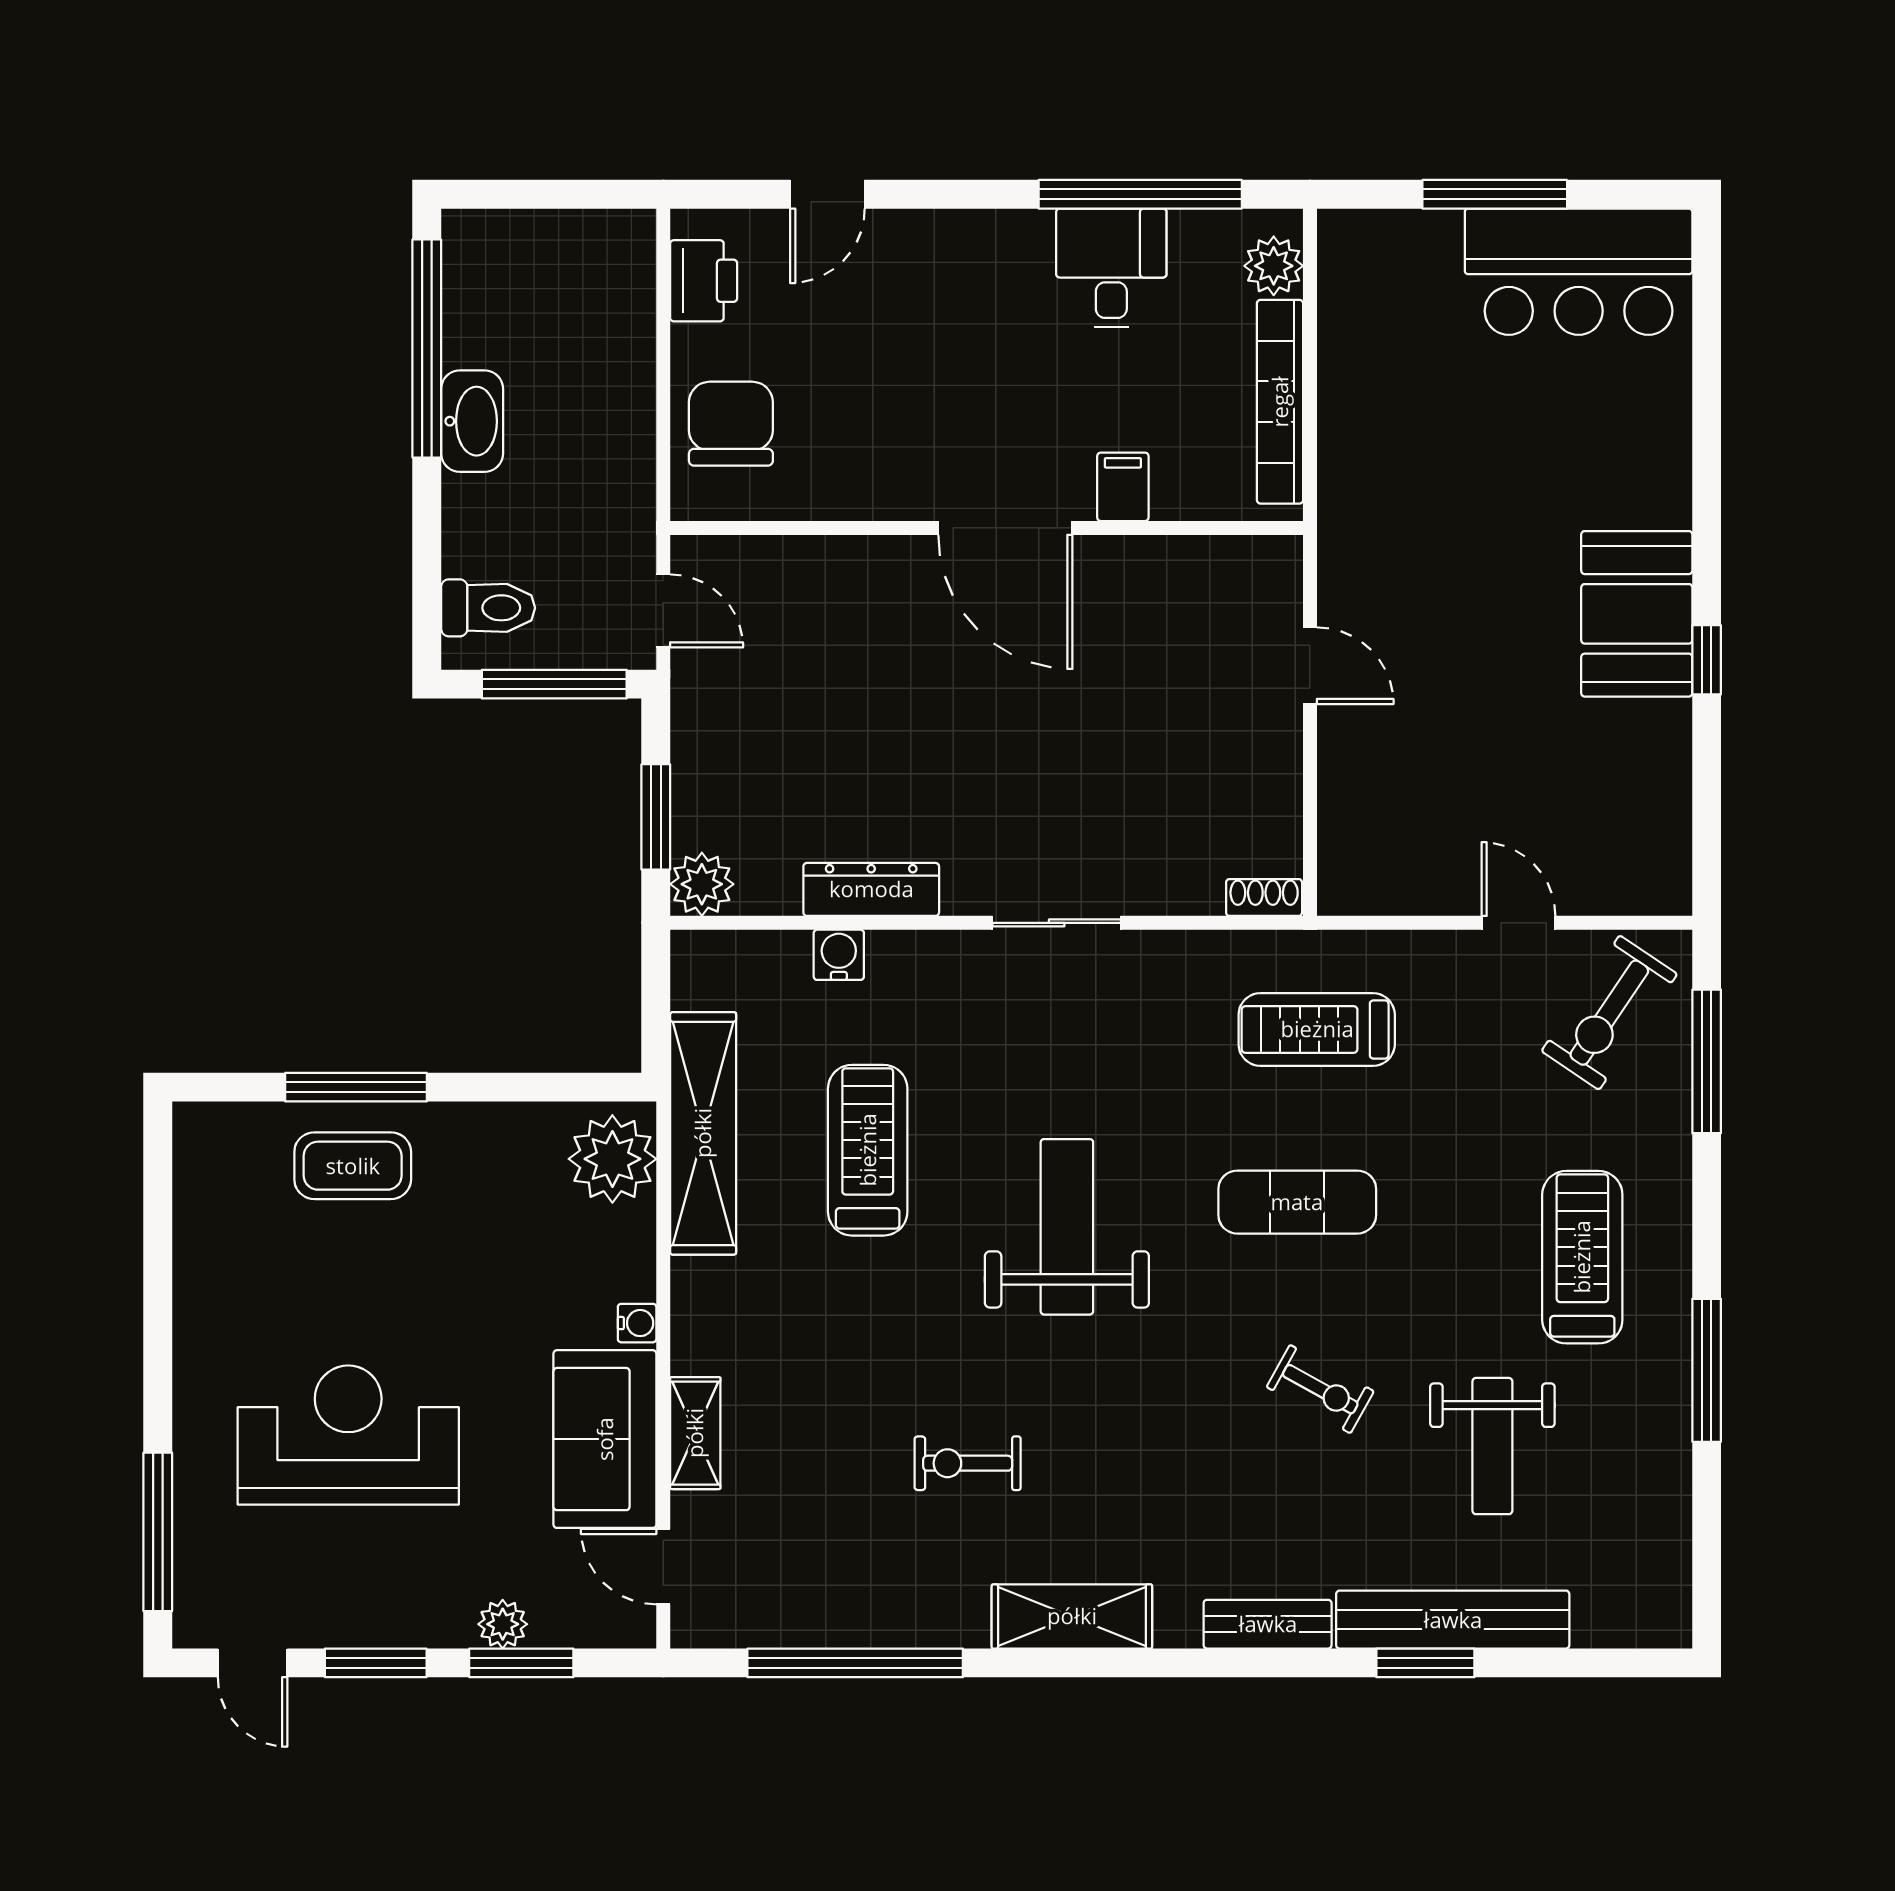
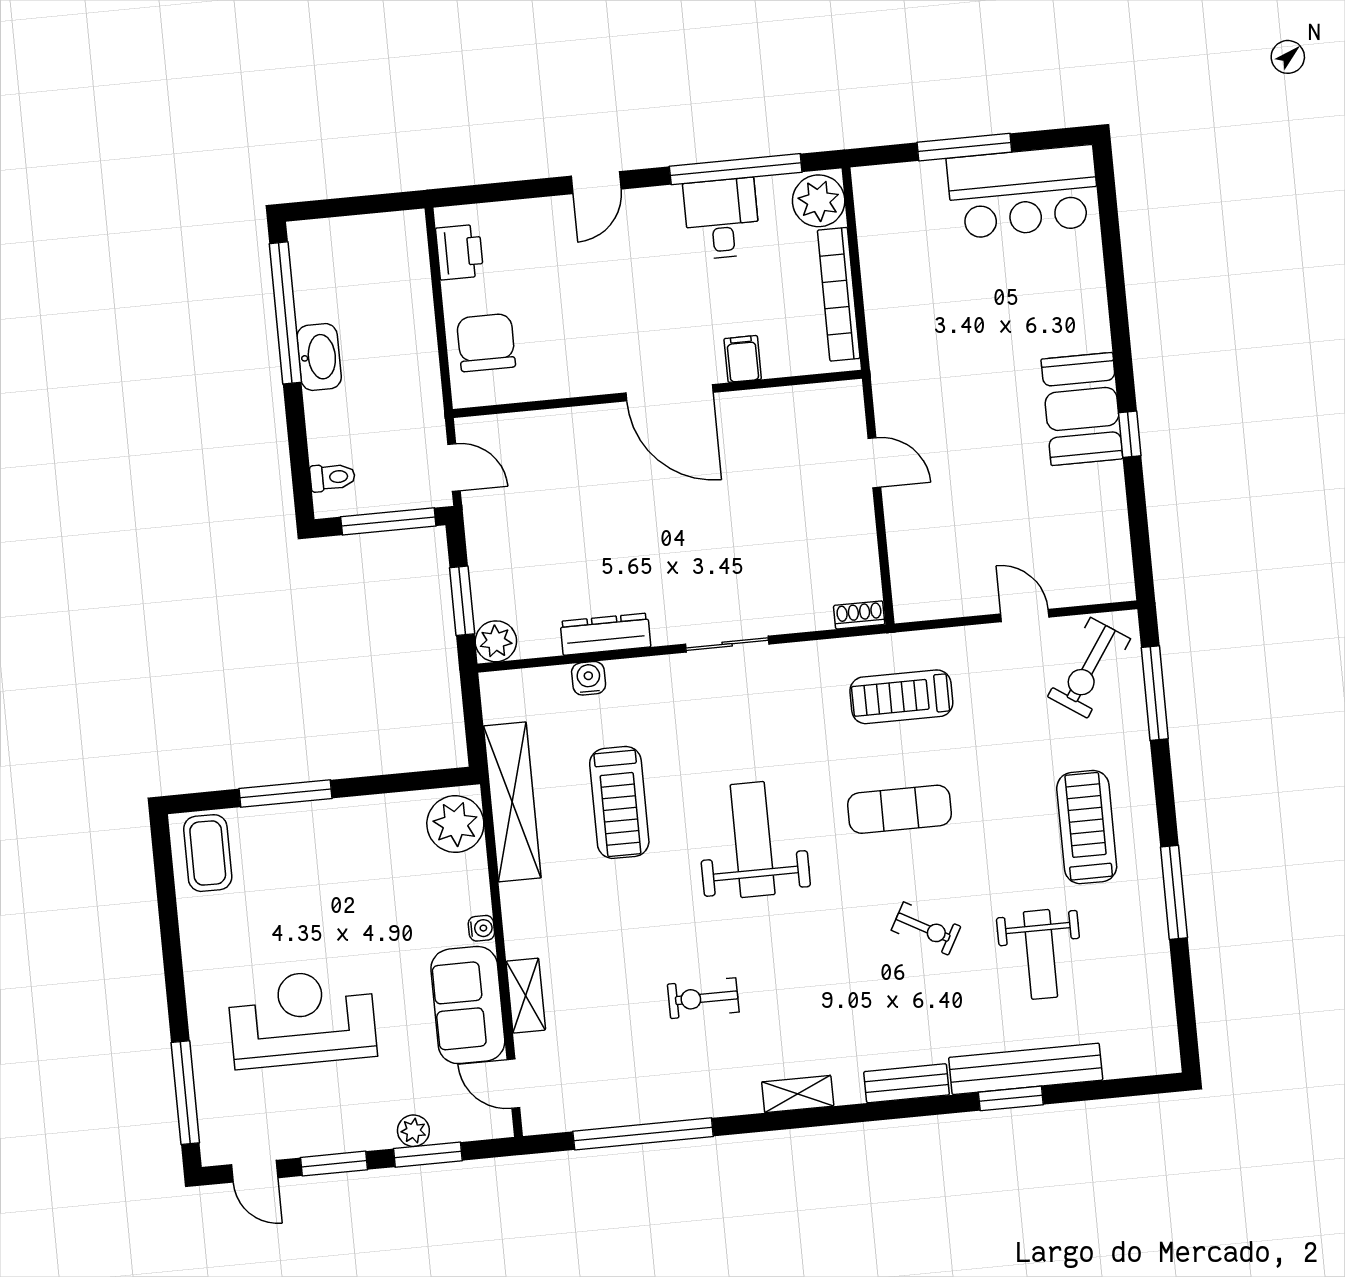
door: (827, 194) -> (596, 183), moved
plant: (1274, 266) -> (819, 201), width x1.36, depth x1.36
toilet: (488, 608) -> (332, 477), width x0.73, depth x0.72
treadmill: (868, 1150) -> (619, 802), turned 180
coffee table: (353, 1166) -> (208, 853), moved, turned 90
shelving: (1072, 1616) -> (798, 1094), width x0.67, depth x0.75

